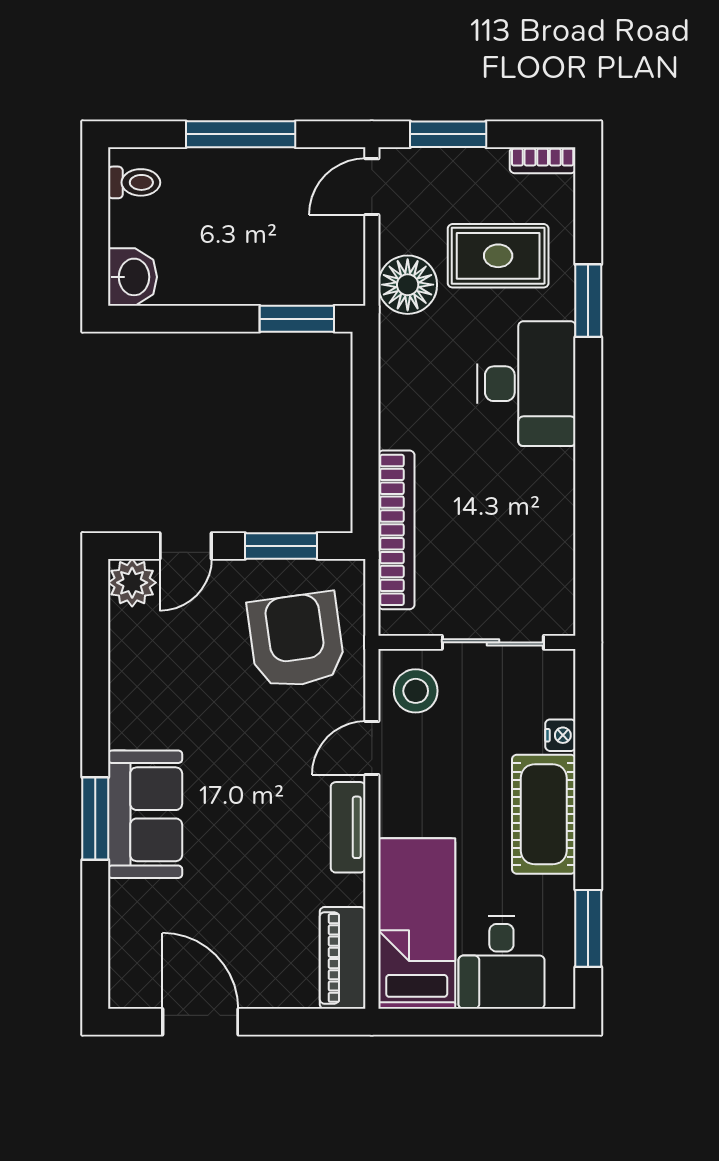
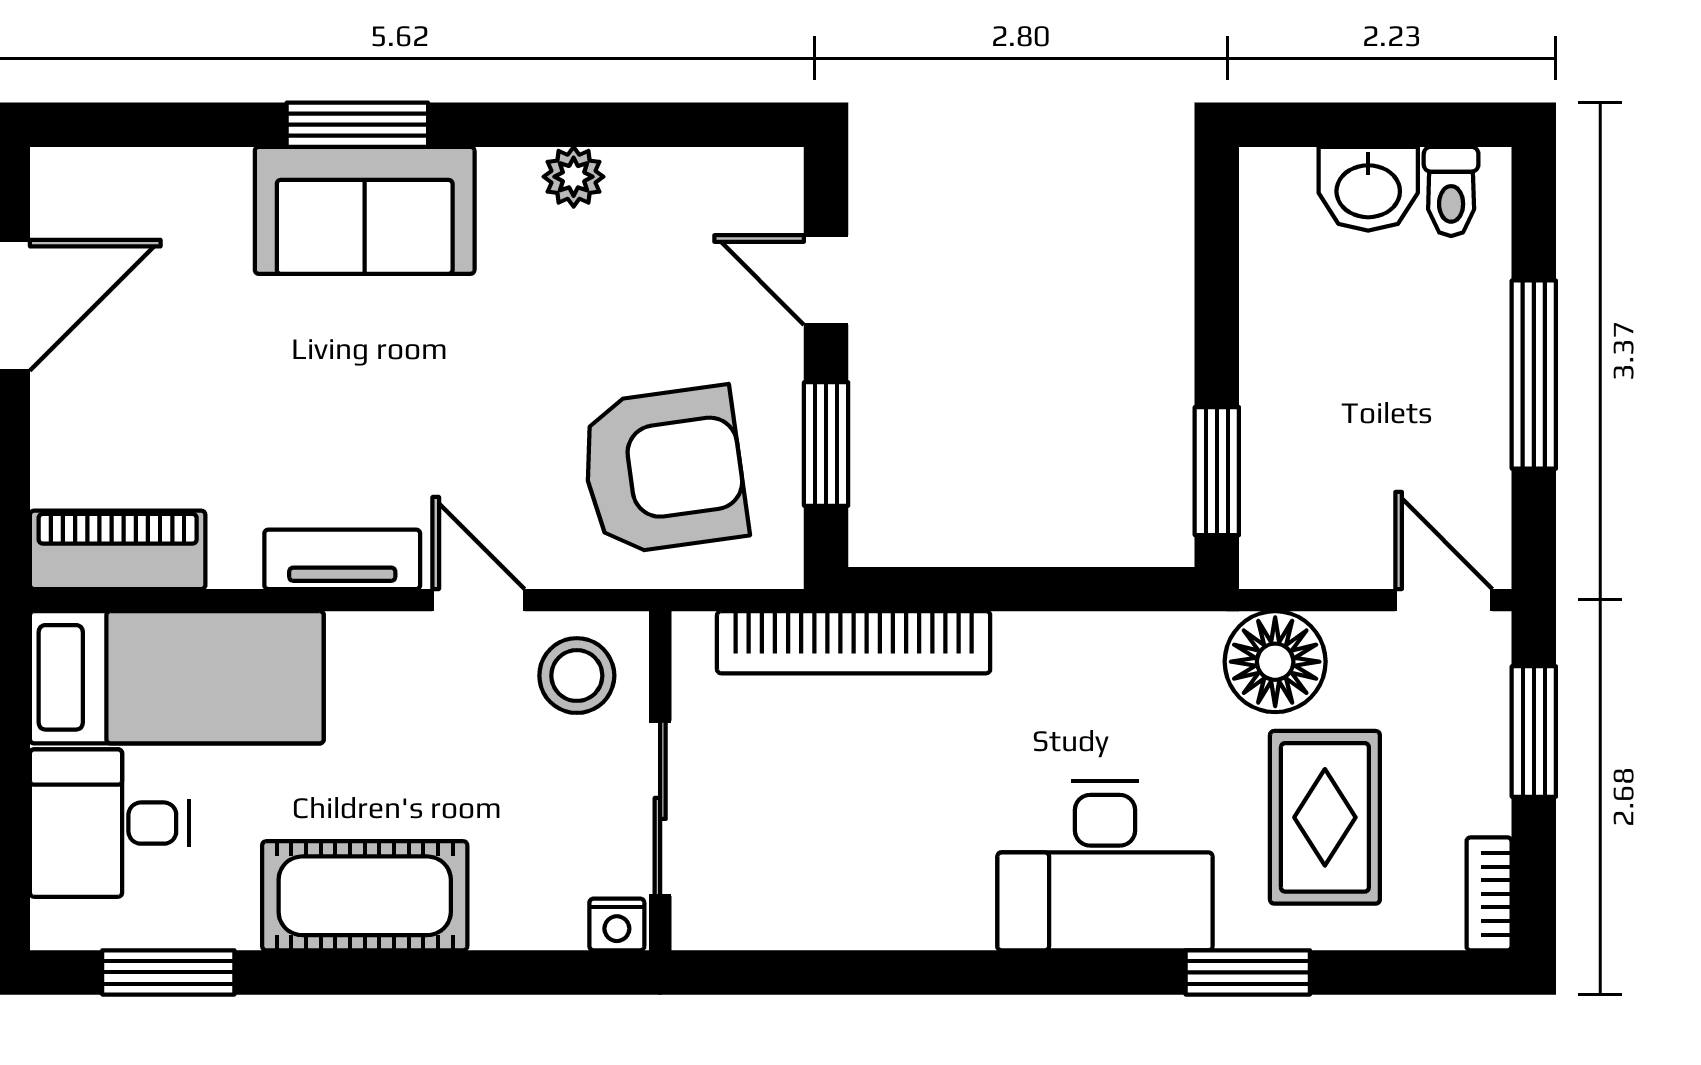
washbasin: (133, 277) -> (1368, 189), moved
plant: (132, 583) -> (574, 177), moved, width x0.73, depth x0.73
nightstand: (560, 735) -> (617, 924), moved

